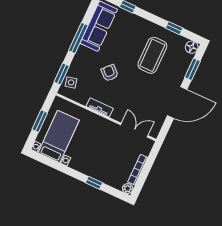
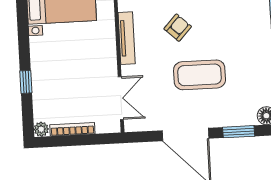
coffee table: (152, 55) -> (200, 75), moved
tv unit: (100, 107) -> (127, 38), width x1.41

